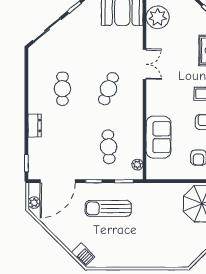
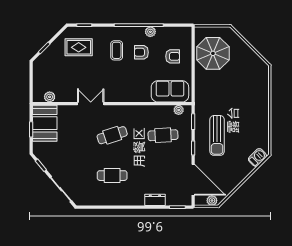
plant: (158, 17) -> (50, 97), width x0.53, depth x0.53
cafe table: (109, 89) -> (112, 135), turned -39
dresser: (35, 125) -> (155, 200), moved
sofa: (159, 137) -> (170, 91), moved

